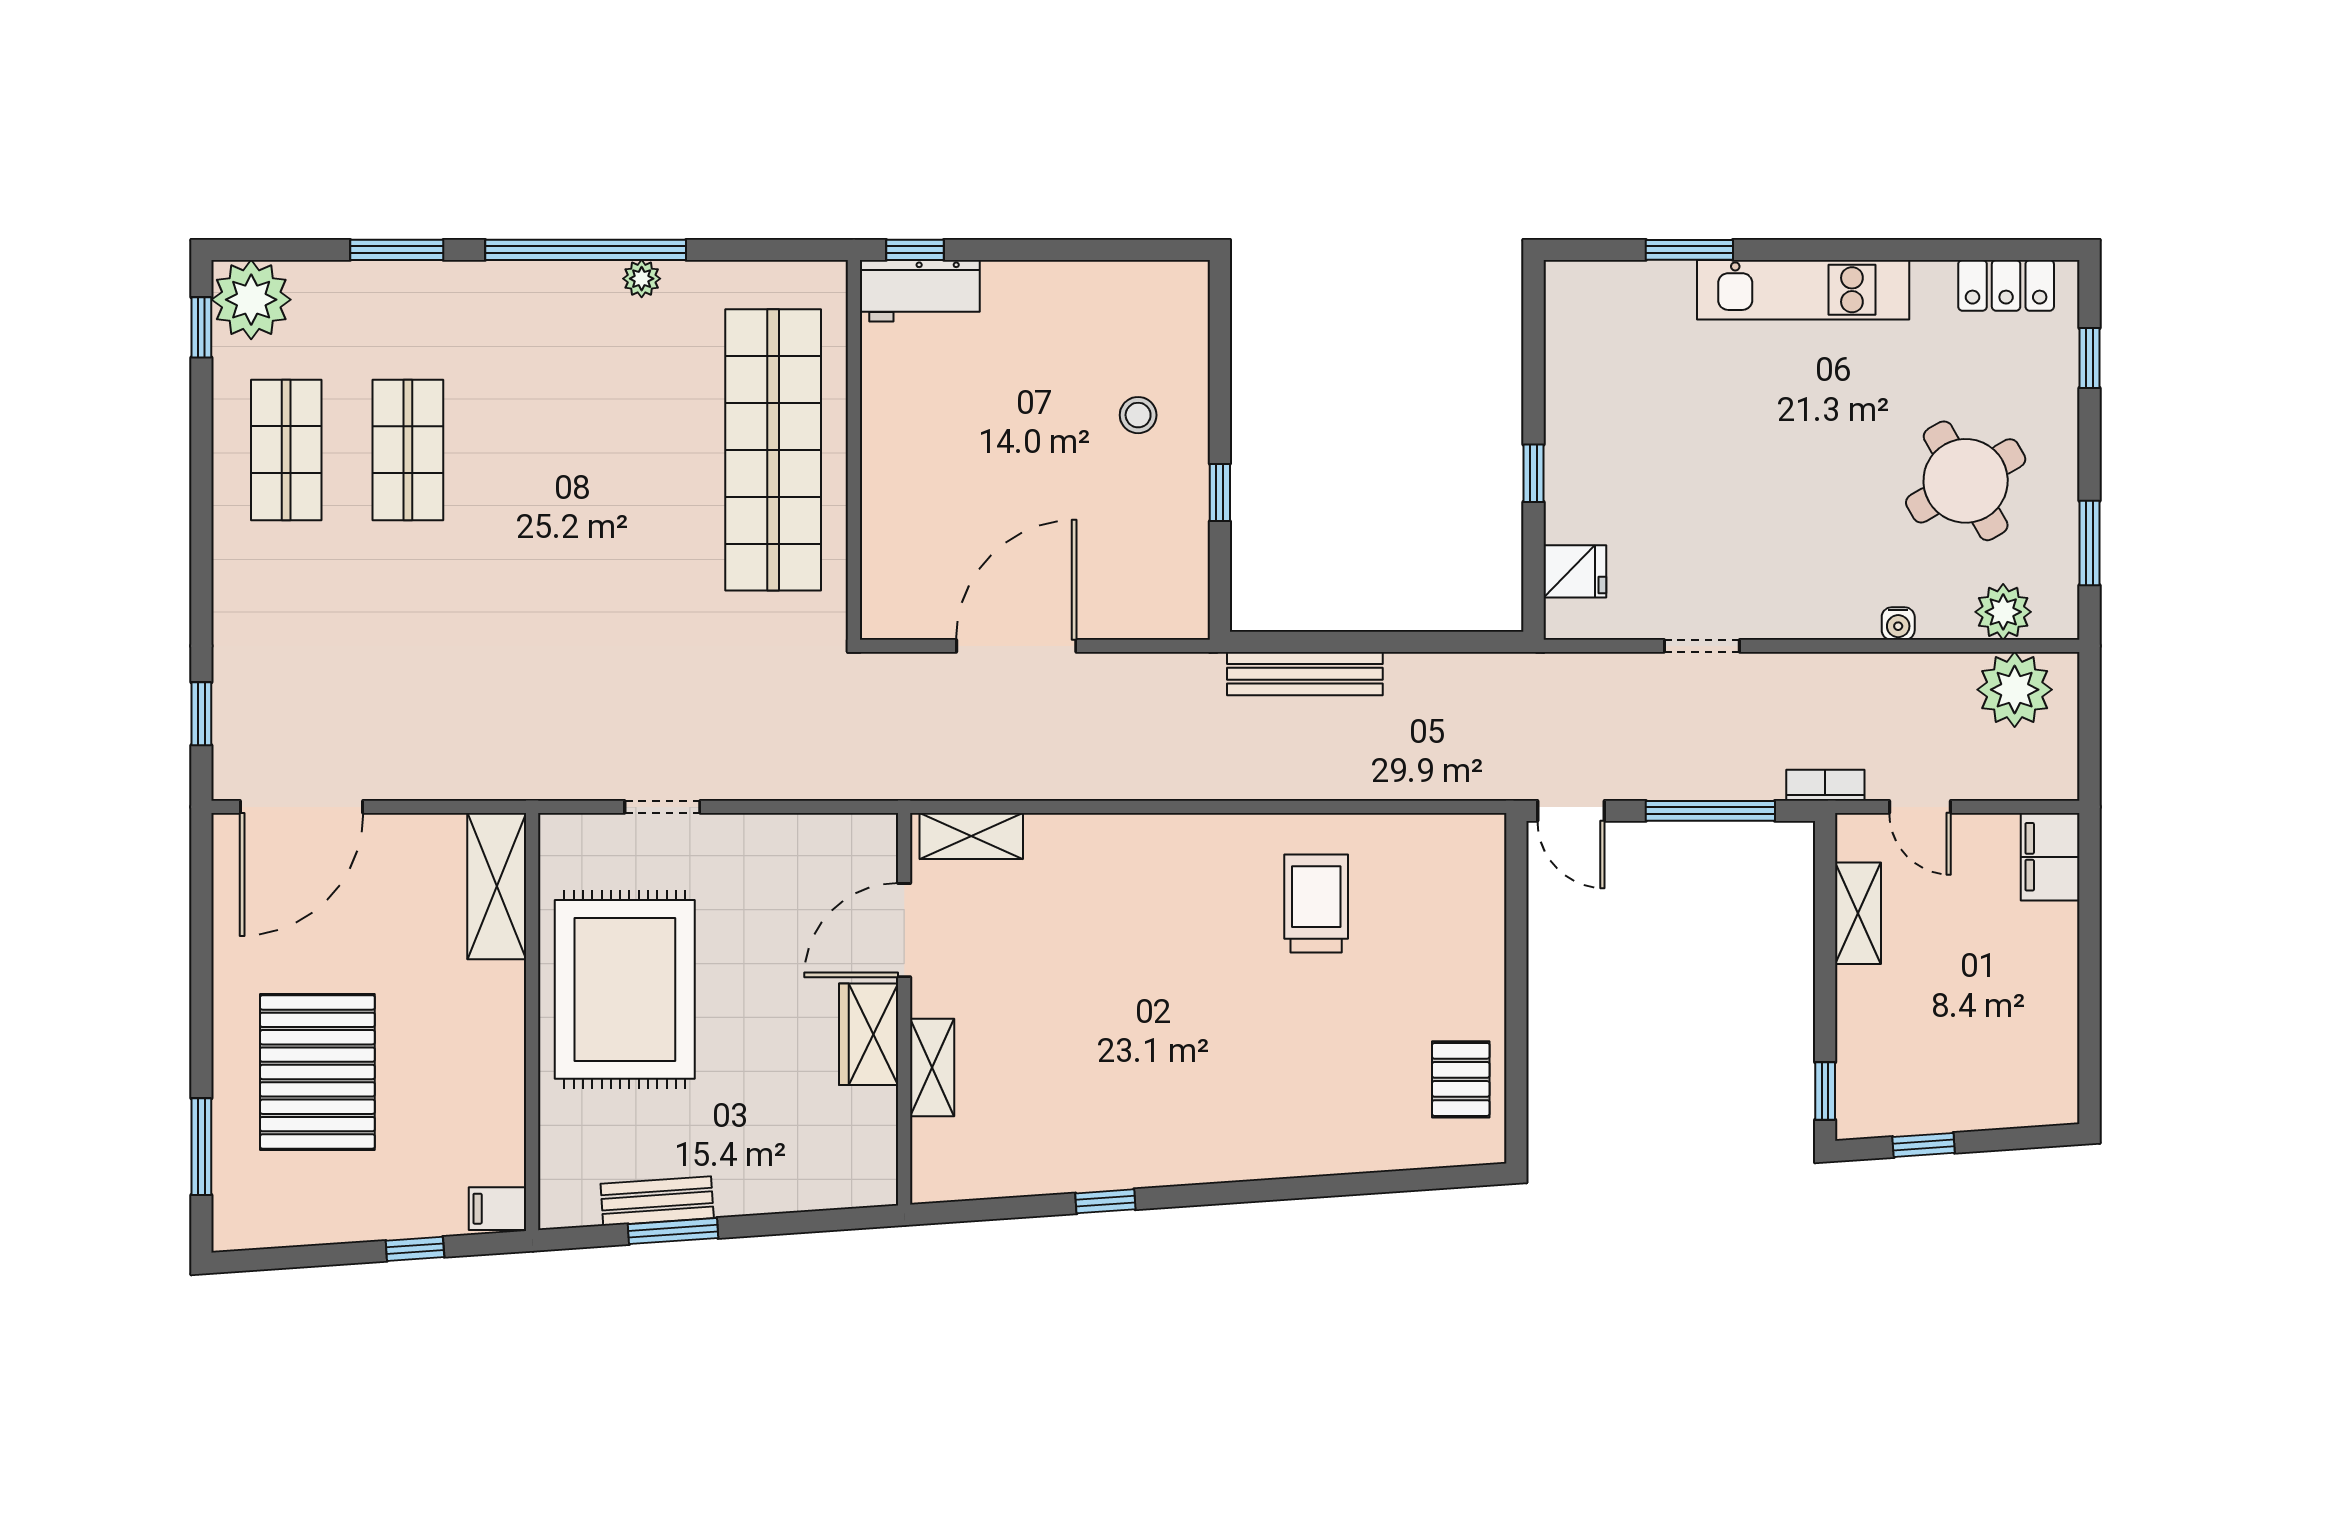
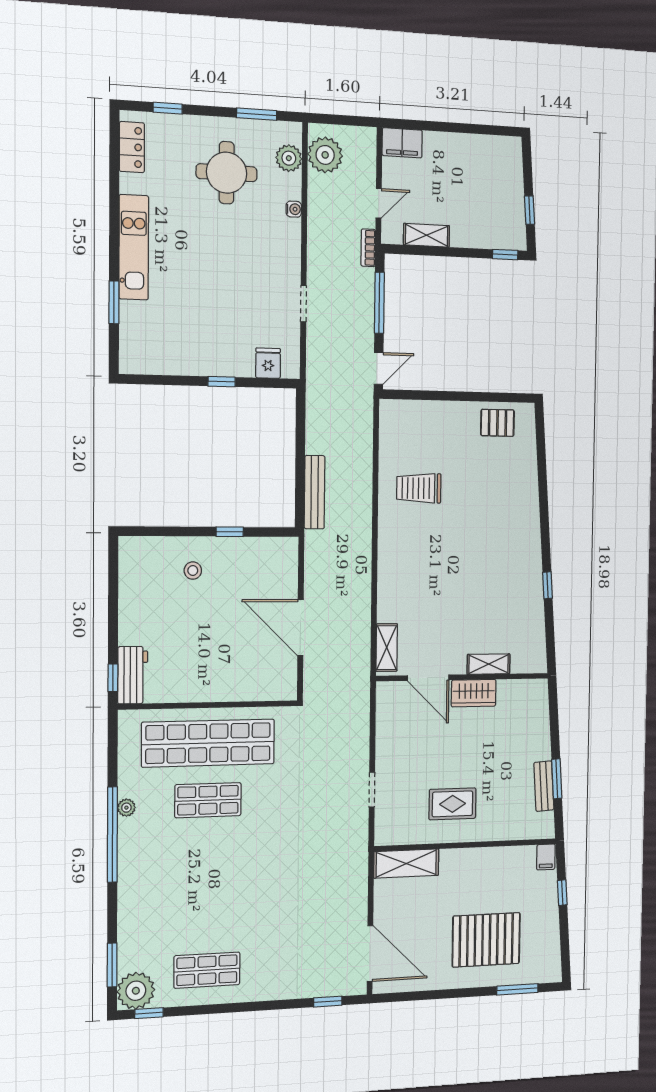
window: (397, 250) -> (112, 965), moved
shop shelf: (408, 450) -> (208, 800), moved
round table: (1966, 481) -> (227, 173), turned 30
rug: (625, 989) -> (452, 804), width x0.54, depth x0.49

